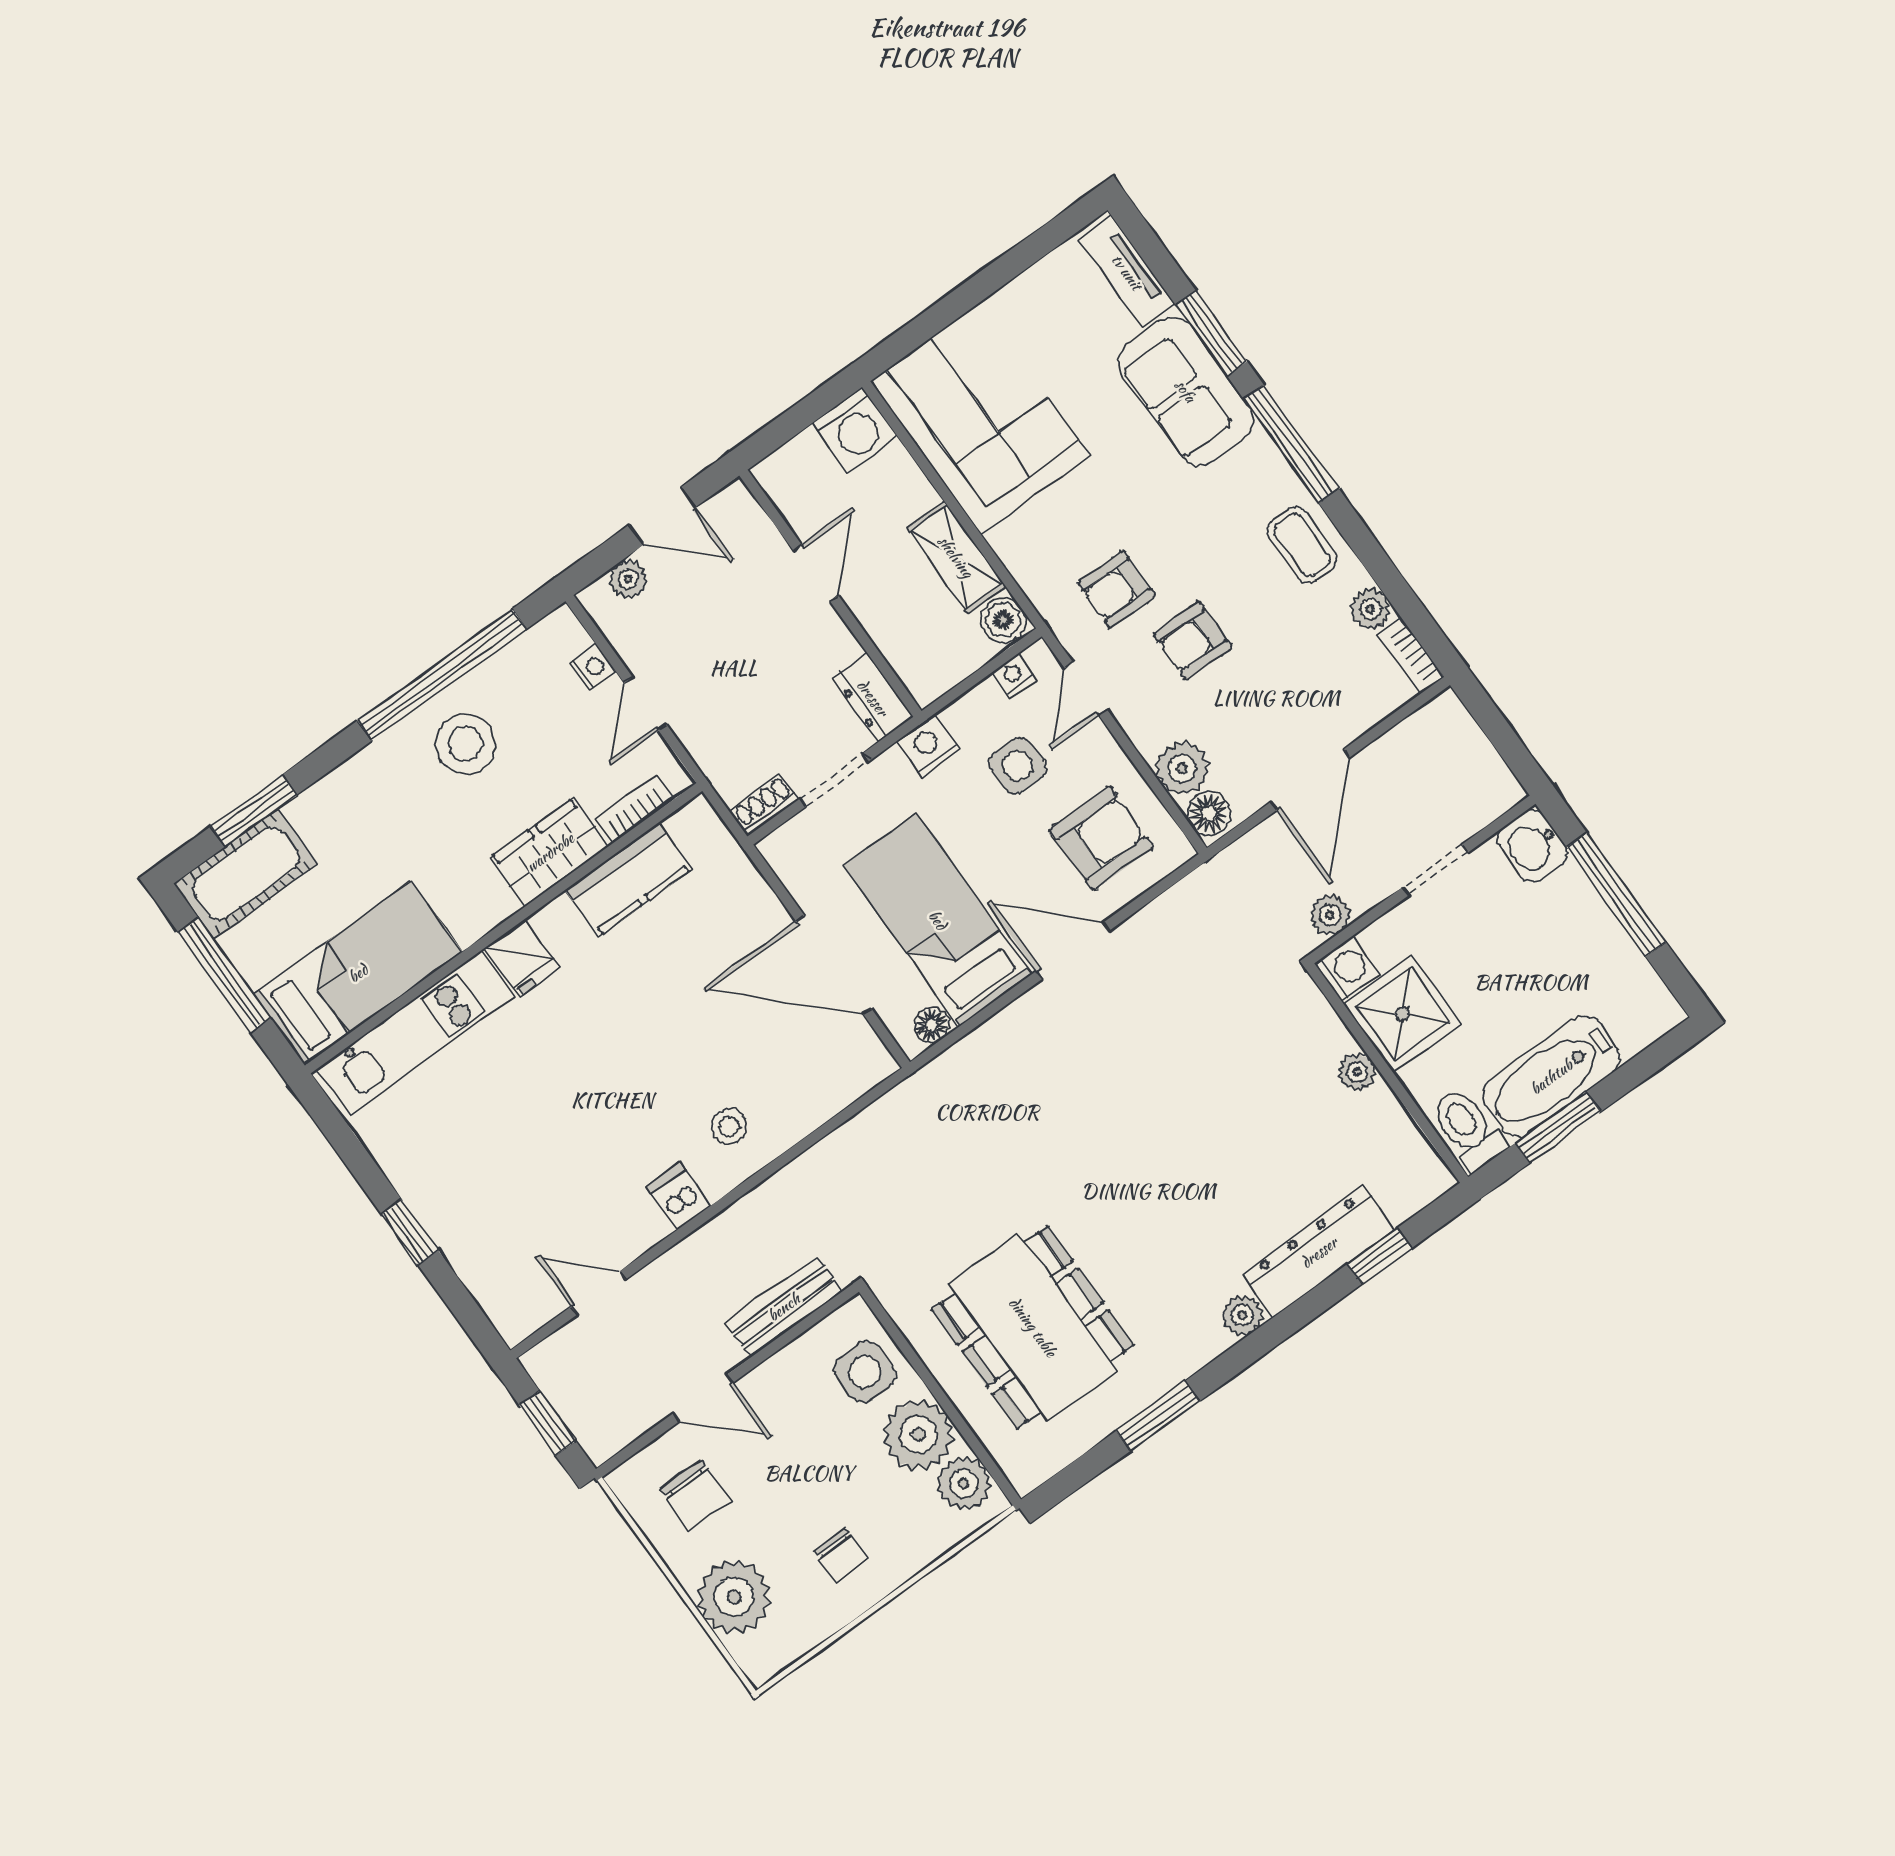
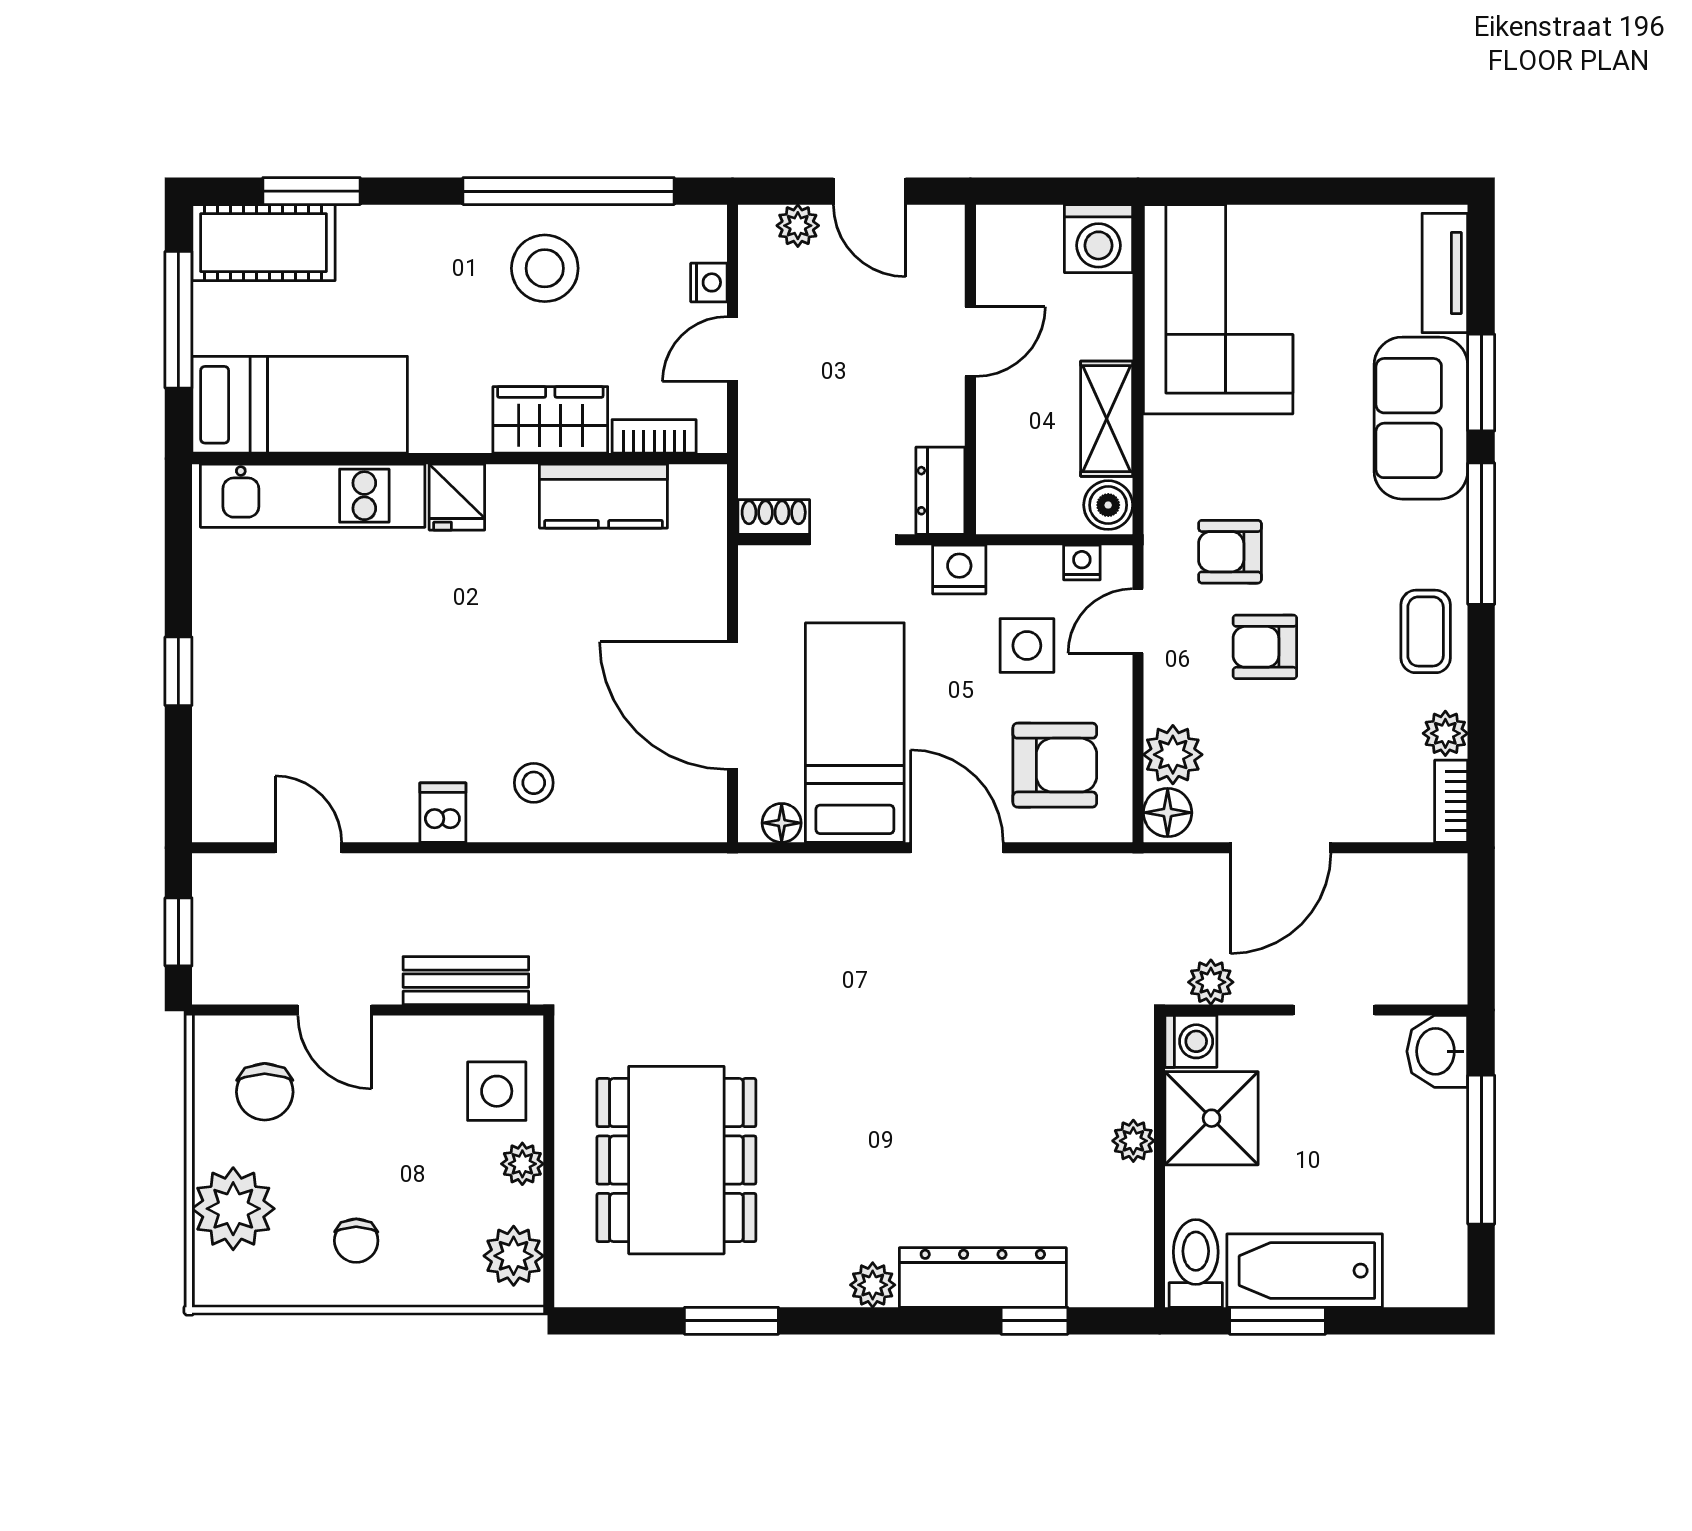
plant: (918, 1435) -> (522, 1164), width x0.53, depth x0.53

